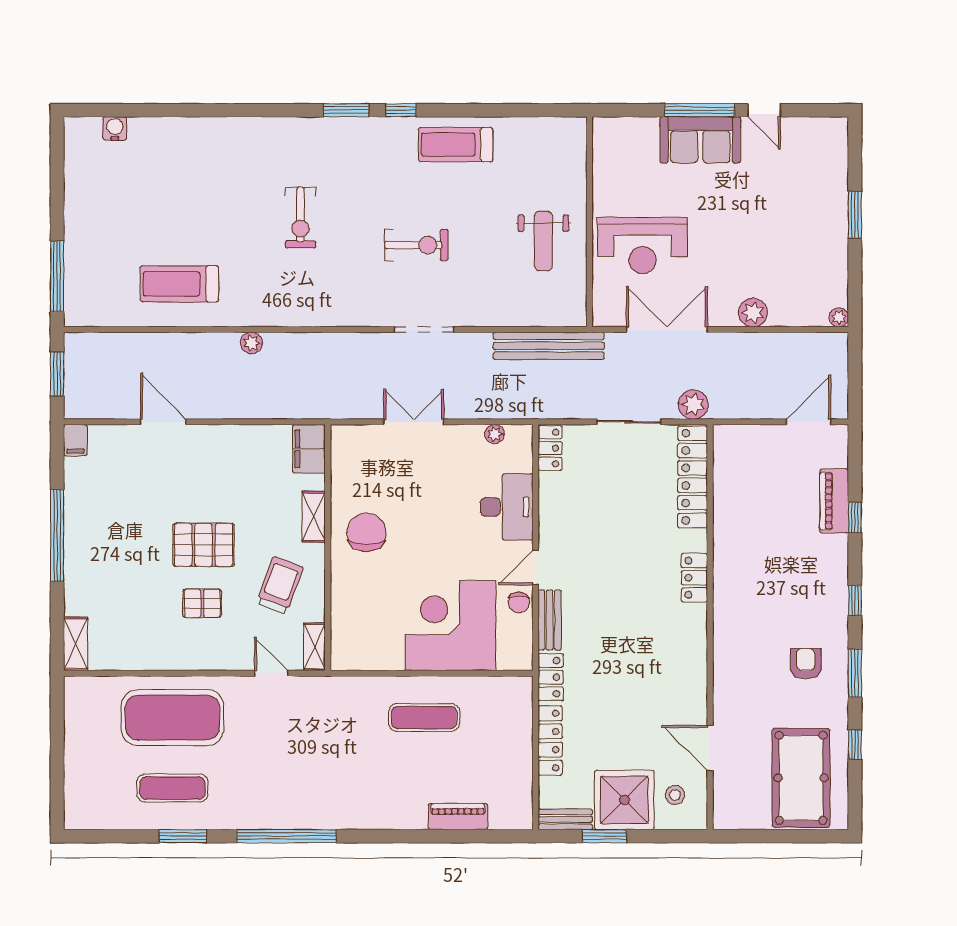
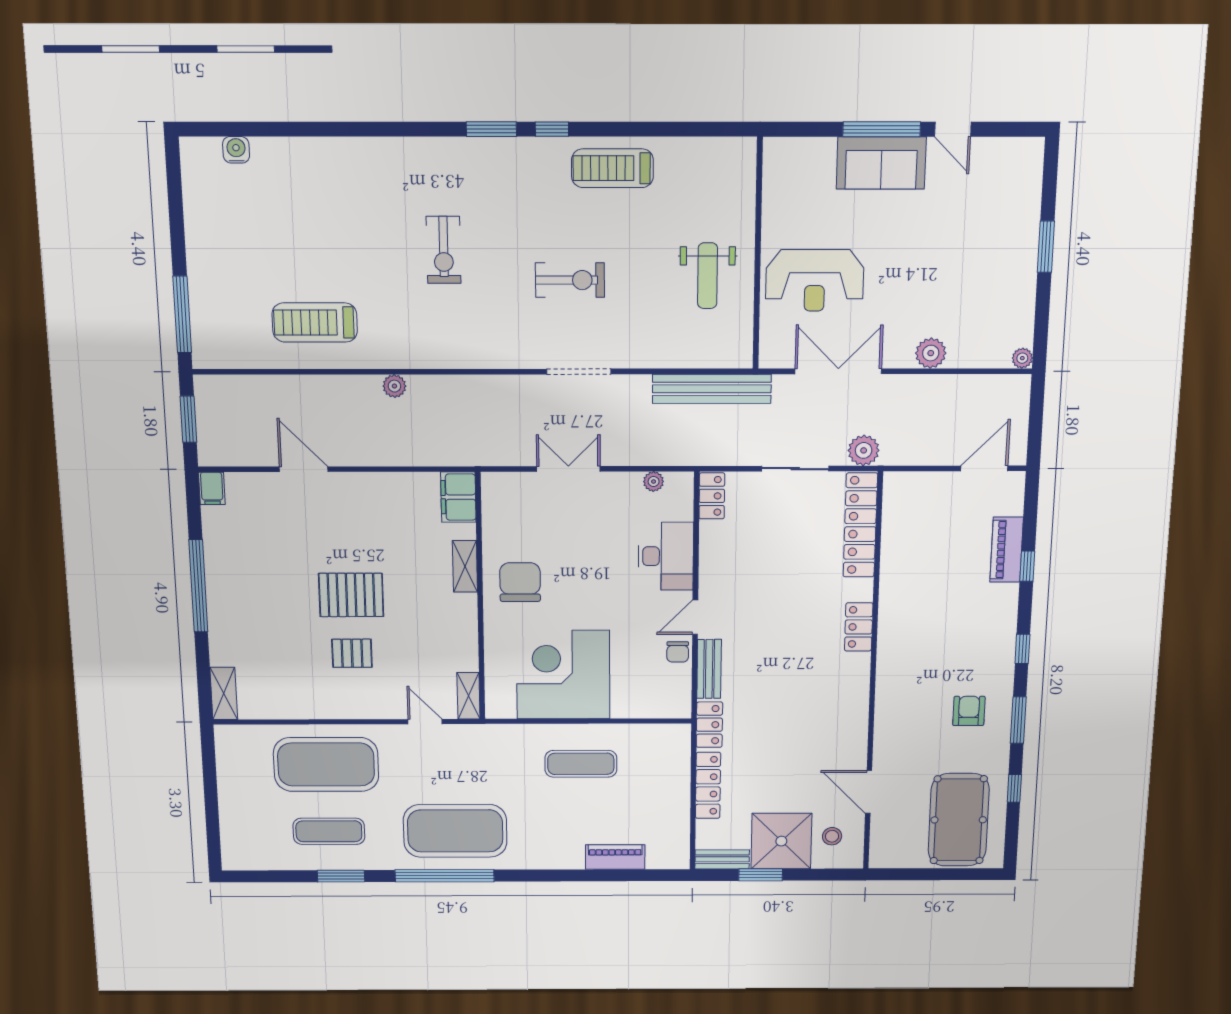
trolley: (280, 585) -> (431, 635), removed
corner desk: (450, 626) -> (563, 675), moved
exercise mat: (298, 788) -> (455, 831), added

